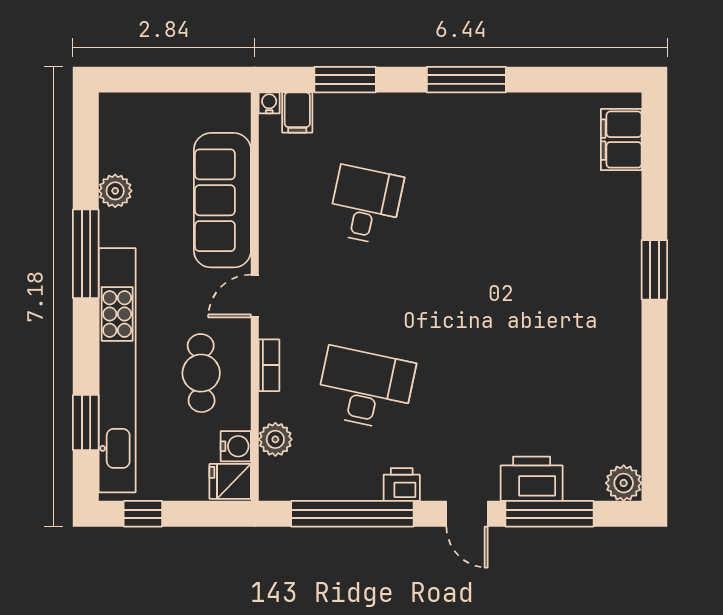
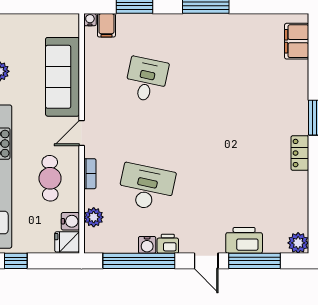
locker: (627, 330) -> (300, 153), added
water cooler: (366, 486) -> (147, 245), added

